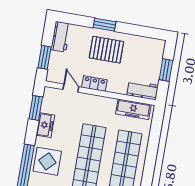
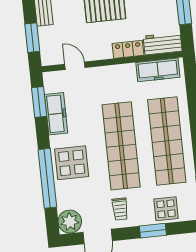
locker: (94, 84) -> (128, 49), moved
freezer: (45, 125) -> (56, 114), width x1.40

